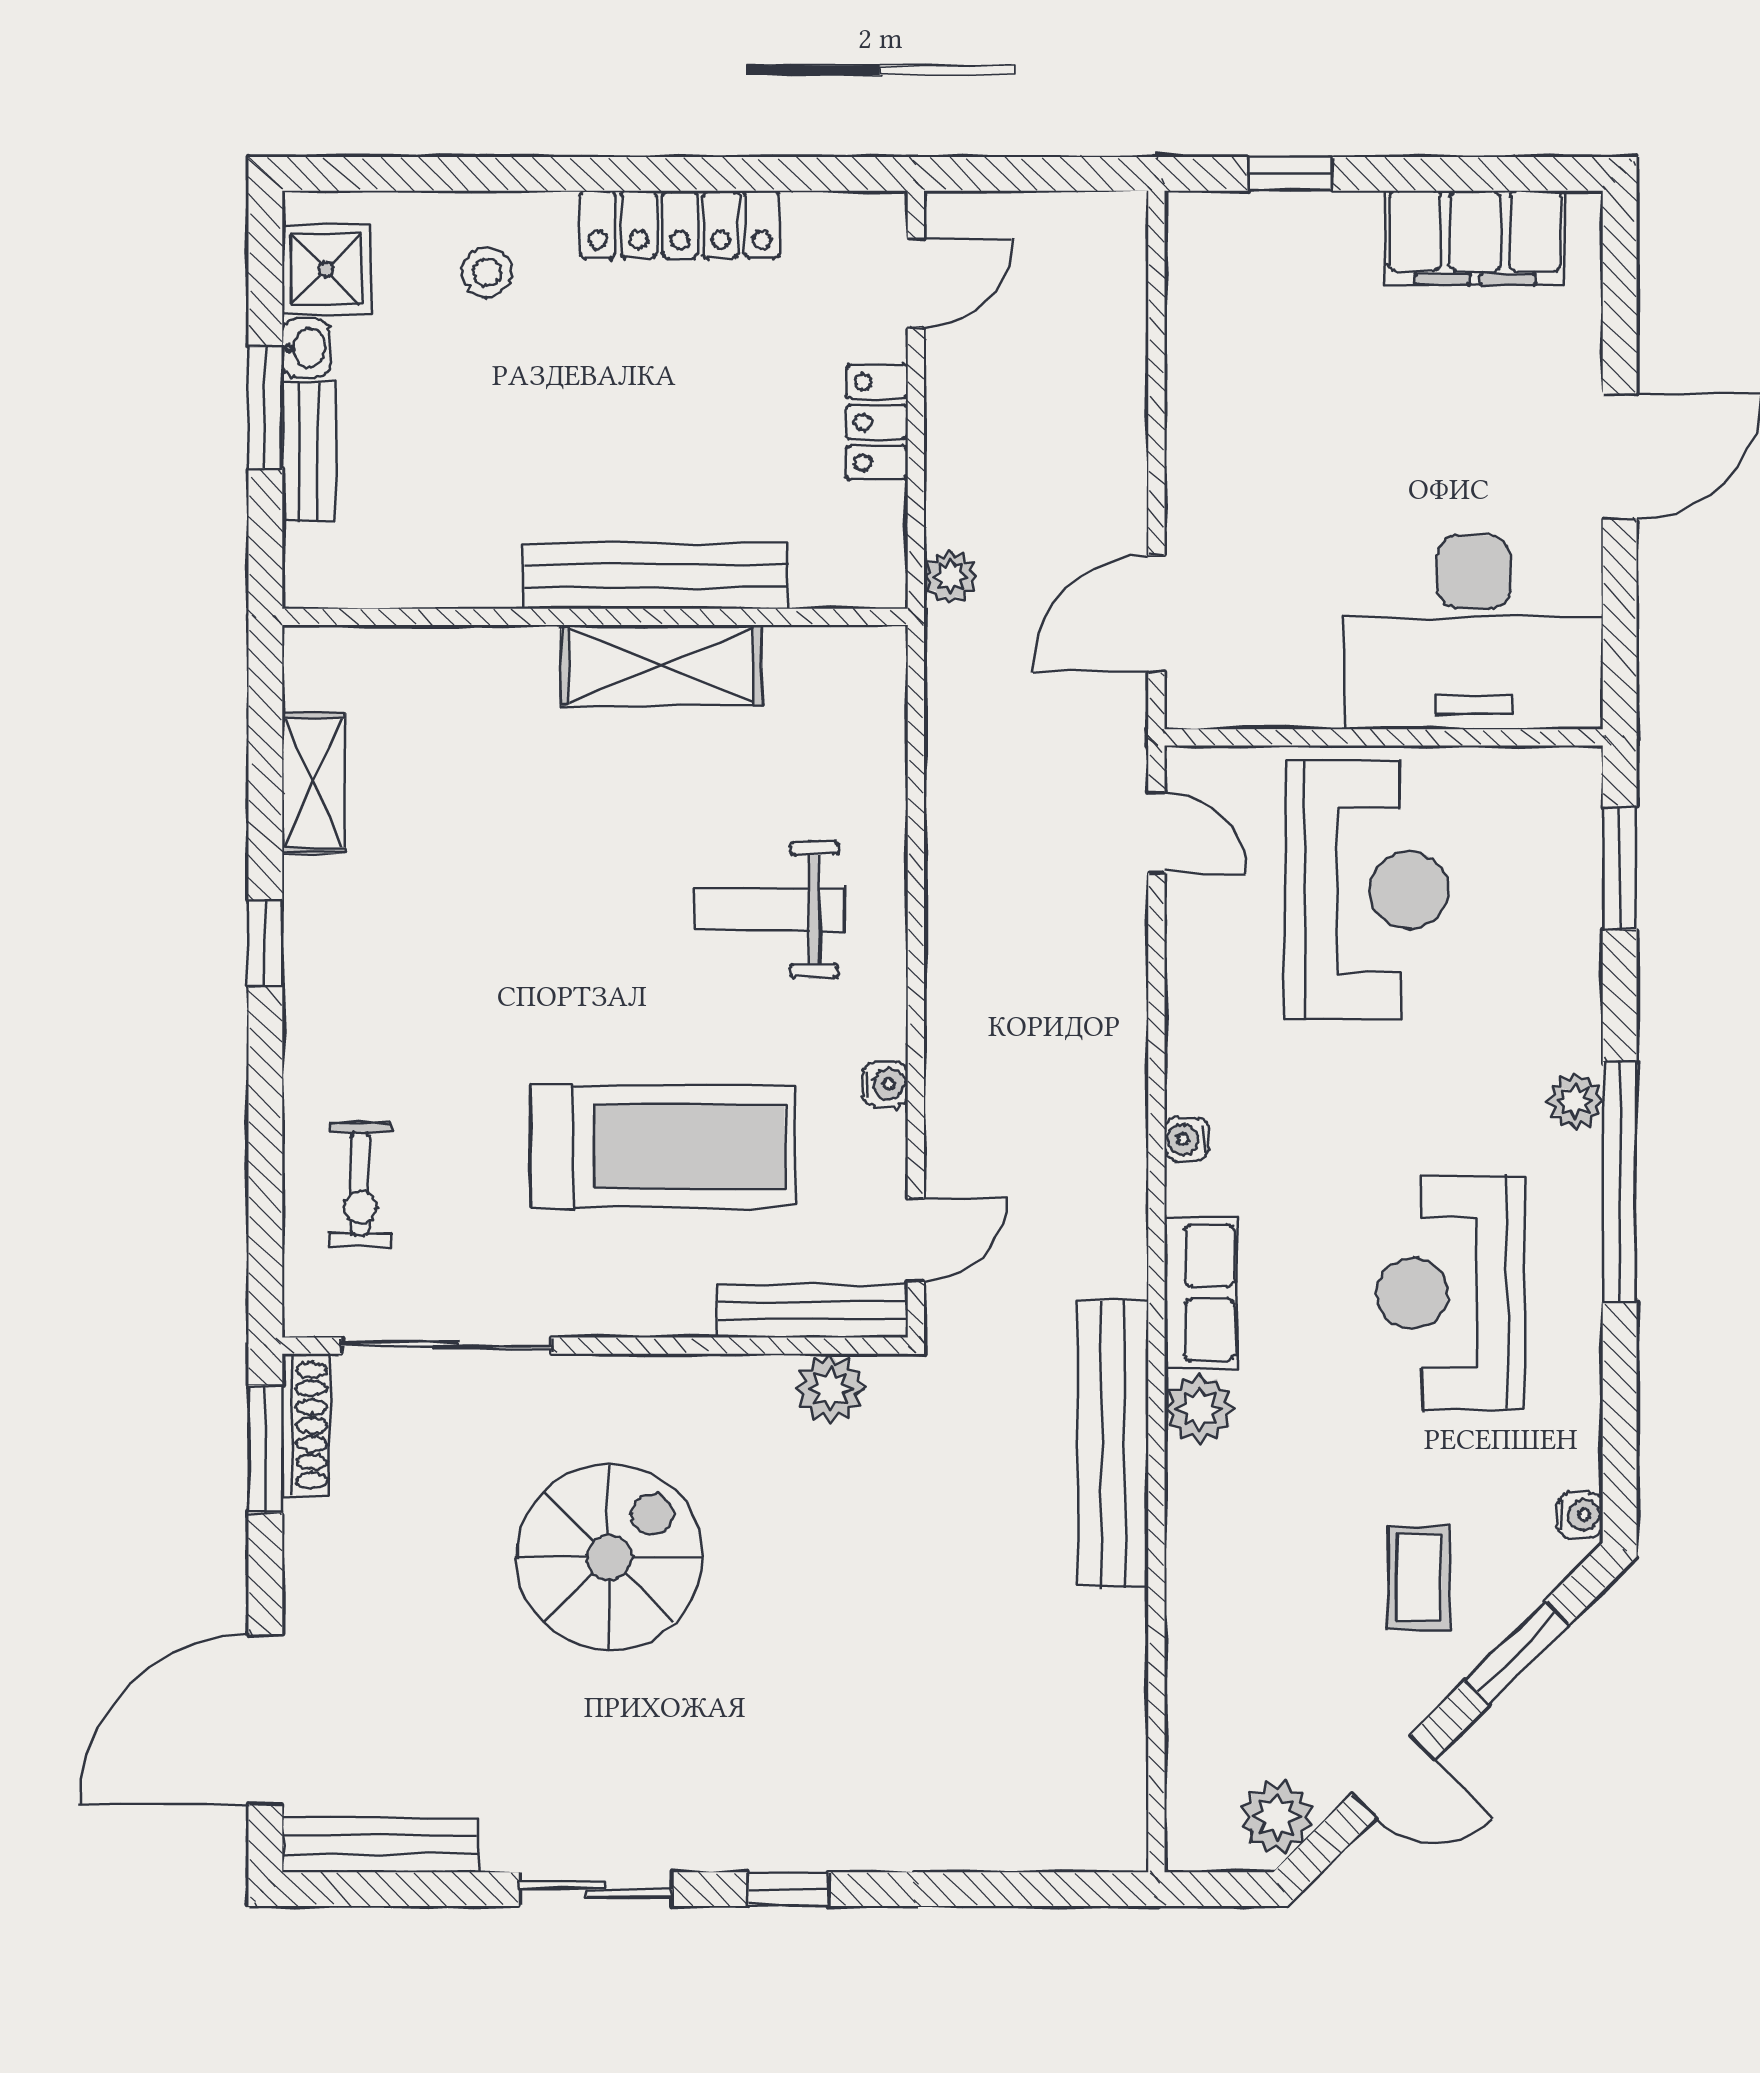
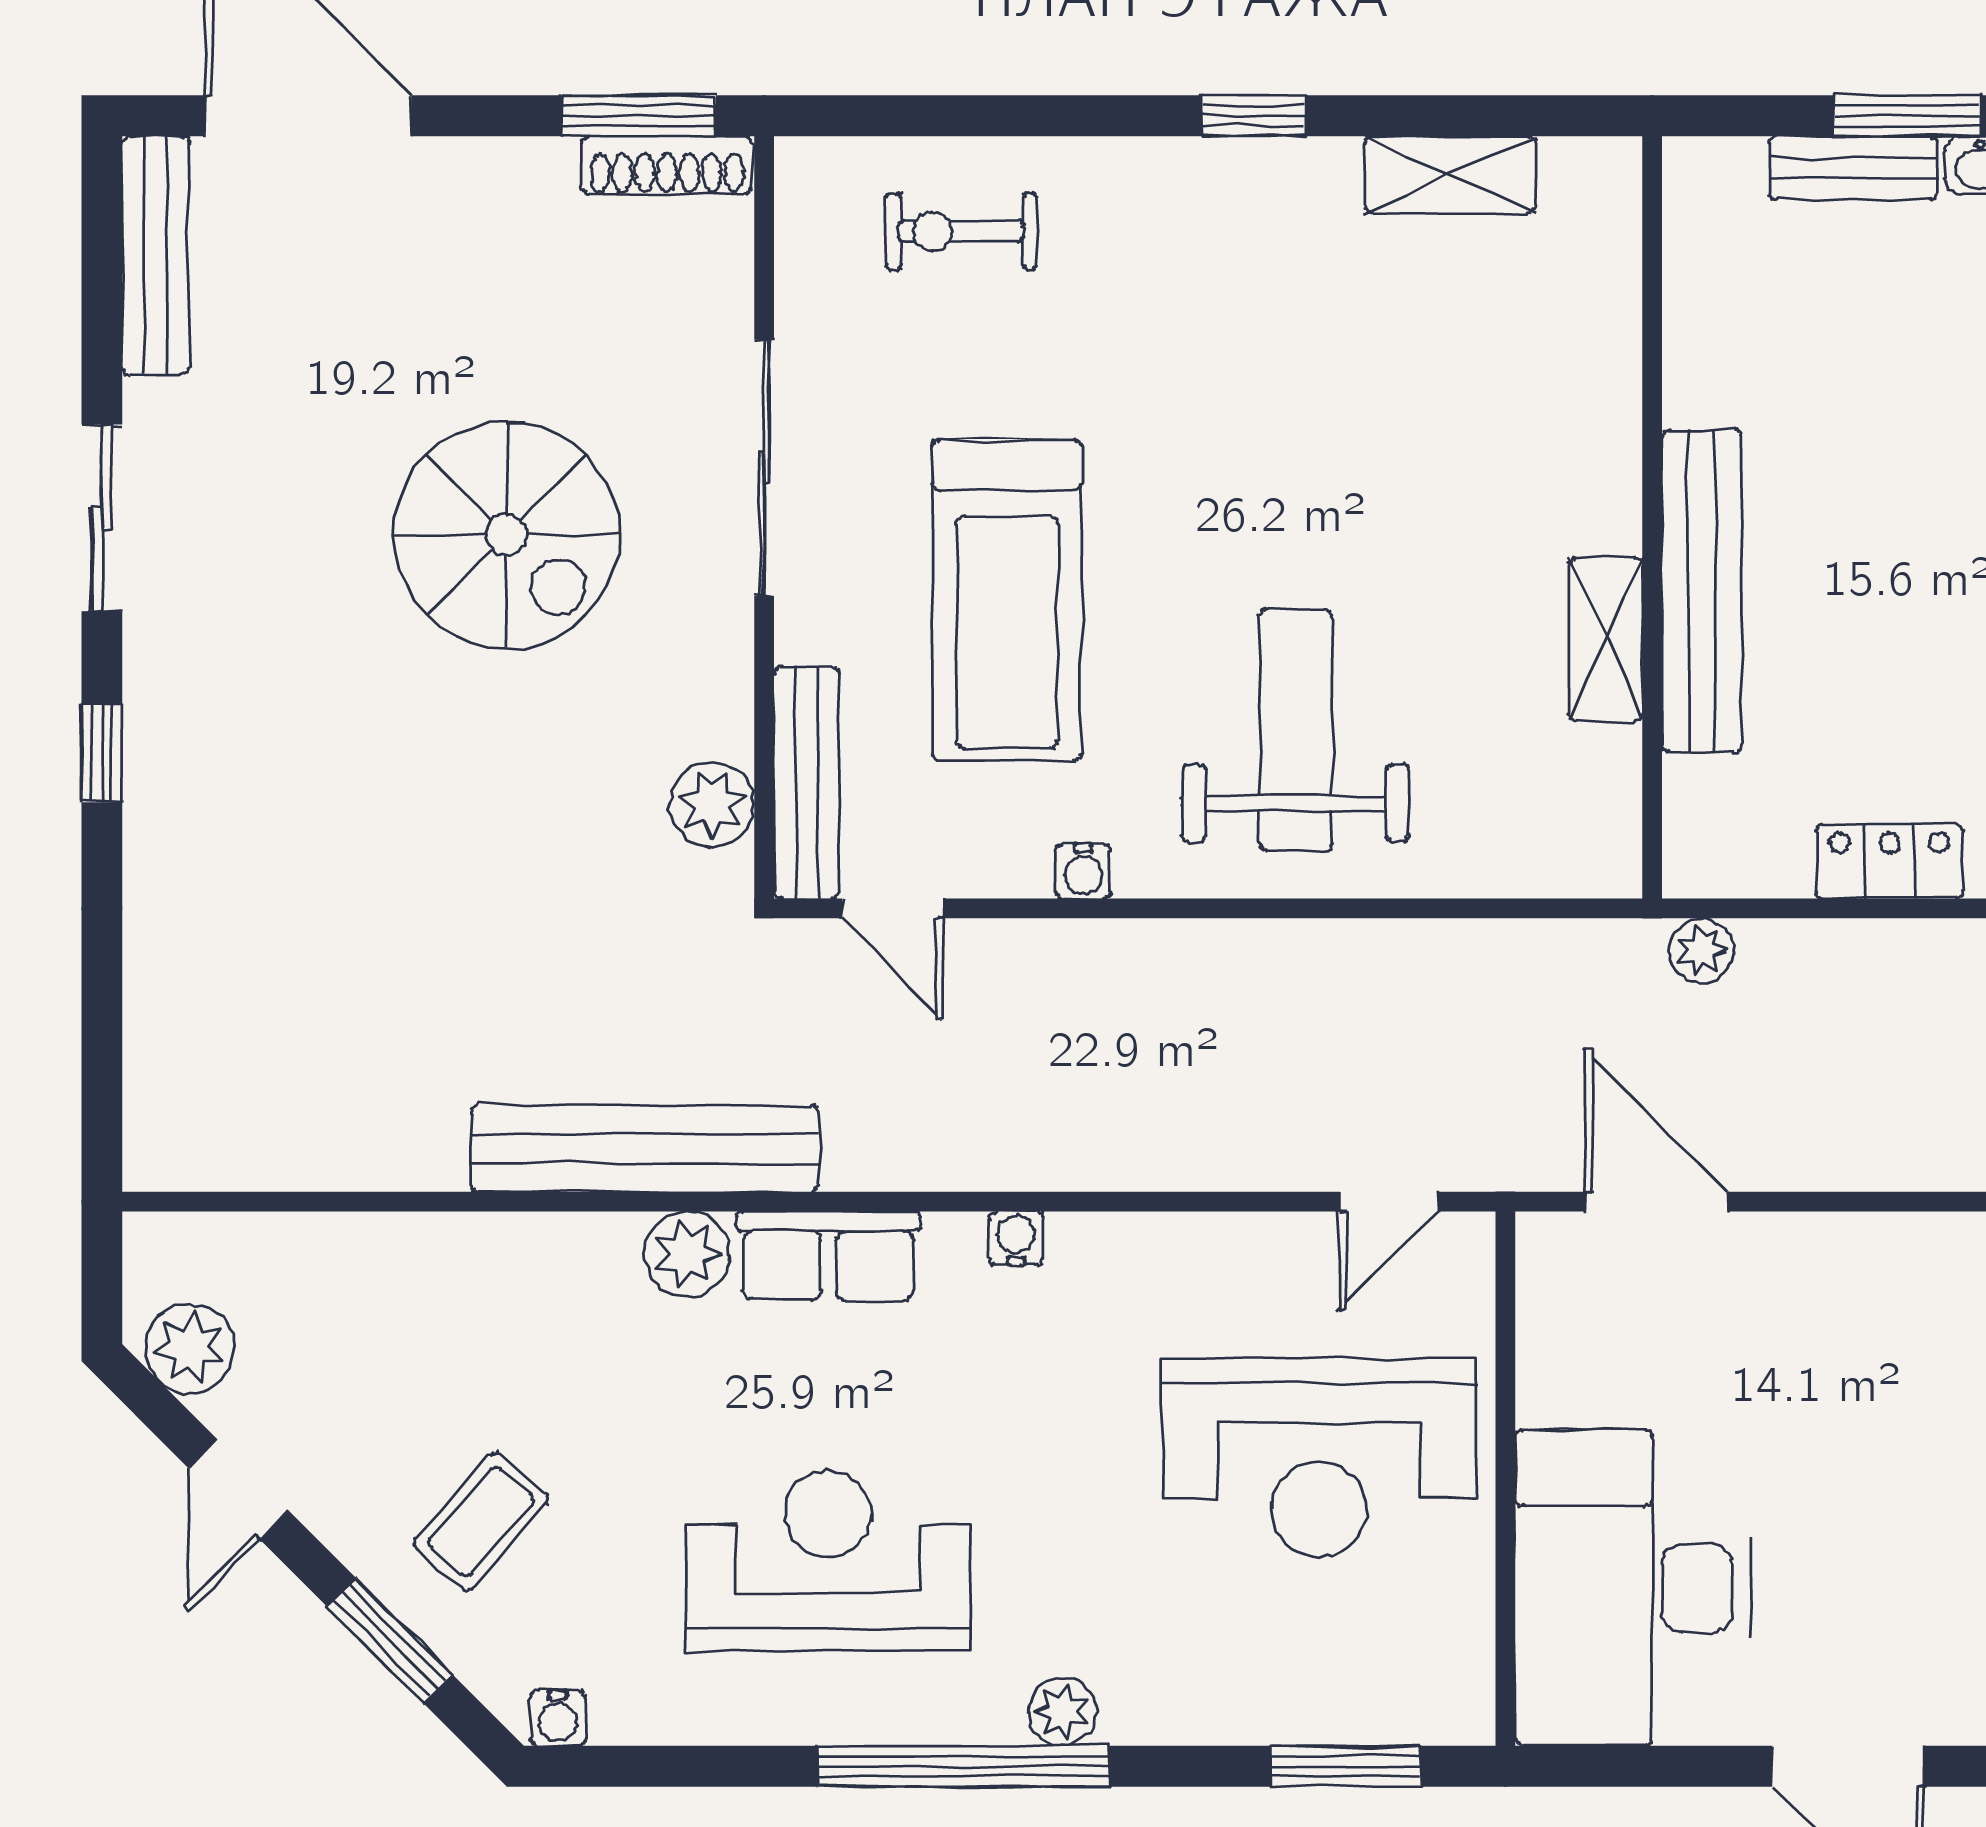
shelving: (661, 665) -> (1606, 639), width x0.67, depth x0.75
weight bench: (769, 909) -> (1296, 730), width x1.36, depth x1.33
sliding door: (446, 1346) -> (764, 468), moved
coffee table: (1419, 1578) -> (481, 1522), turned -49

